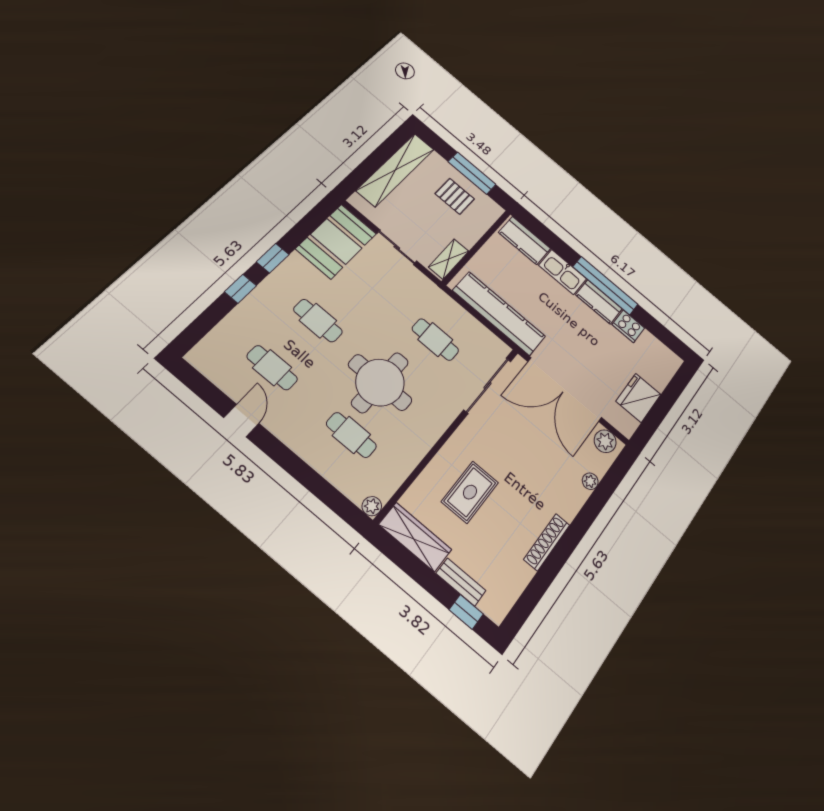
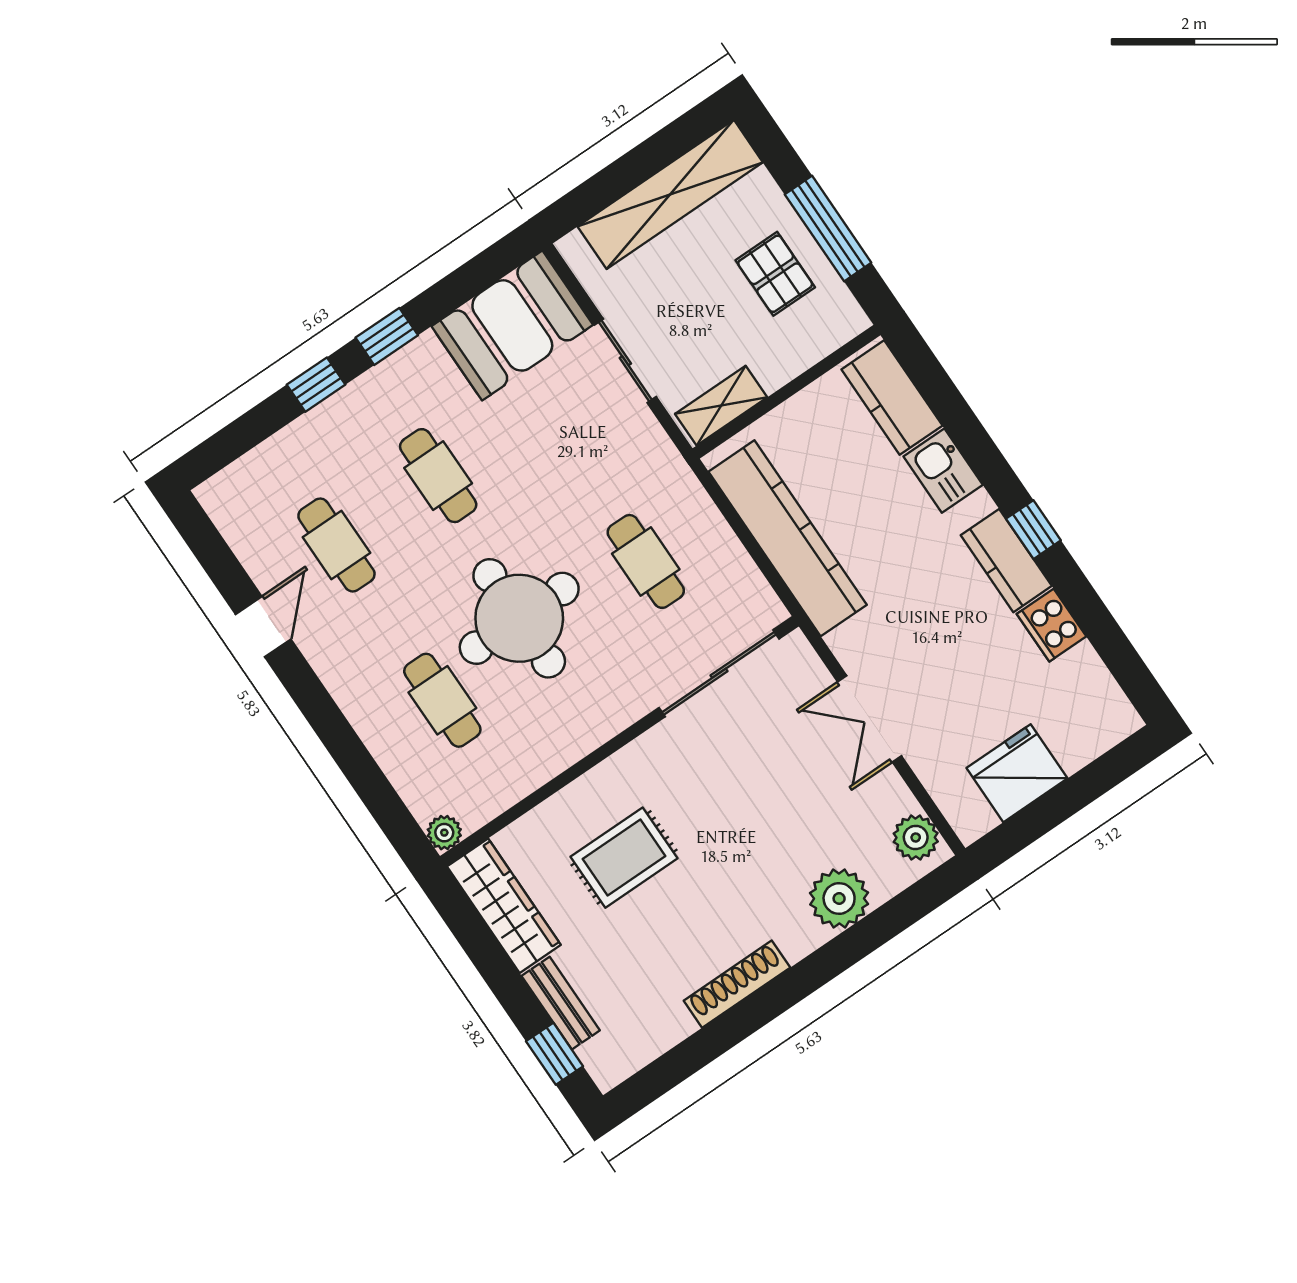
kitchen sink: (563, 272) -> (943, 471), width x0.73
window: (605, 286) -> (1033, 530), width x0.32
double door: (565, 390) -> (870, 719), width x0.54
plant: (590, 481) -> (839, 898), width x1.88, depth x1.88

